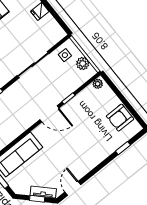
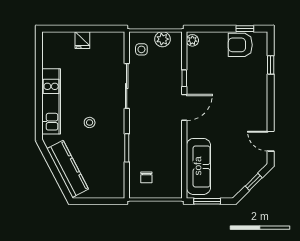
window: (133, 112) -> (245, 29), added
armchair: (120, 118) -> (240, 45), turned 90
tv unit: (43, 192) -> (252, 171), removed

